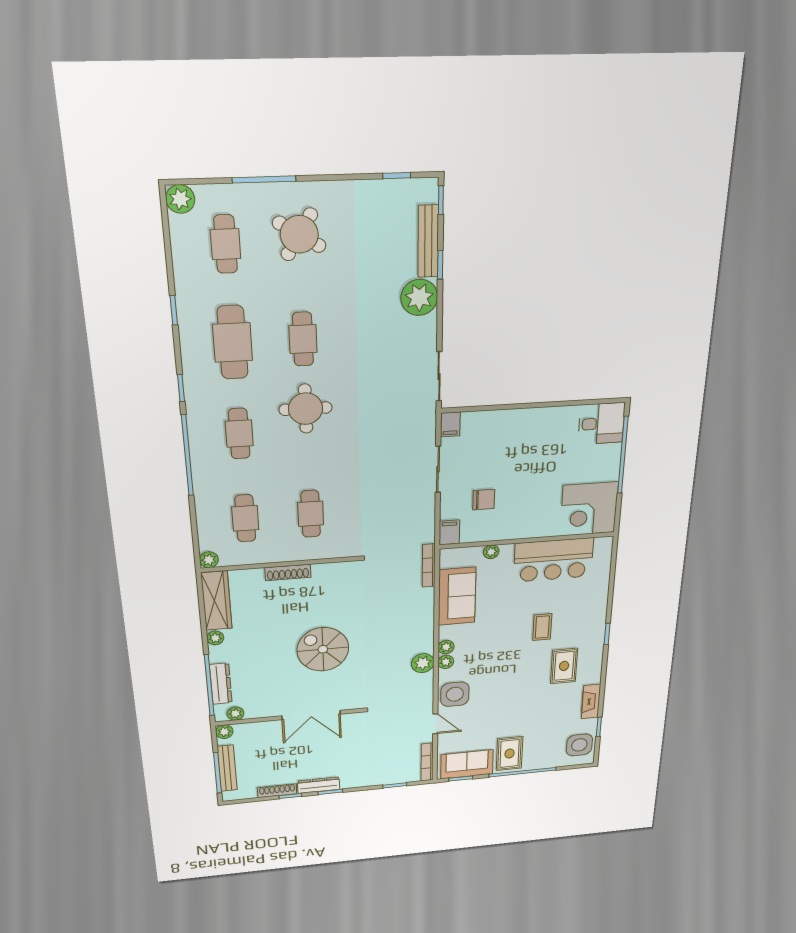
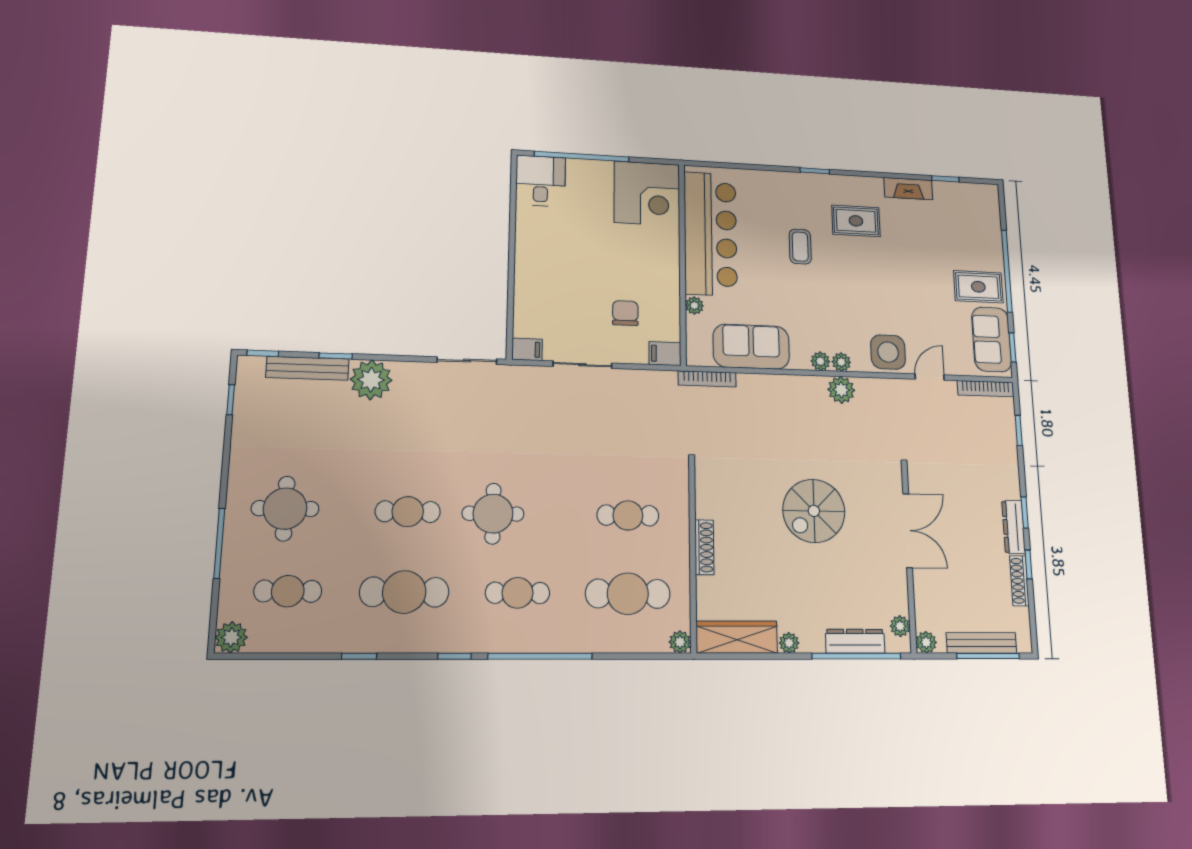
round table: (299, 234) -> (285, 509), turned -32
cafe table: (245, 518) -> (628, 594), width x1.37, depth x1.35
bar counter: (553, 560) -> (710, 234), width x1.36
coffee table: (542, 627) -> (800, 247), turned 90
side table: (579, 745) -> (970, 202), removed

